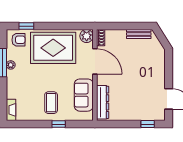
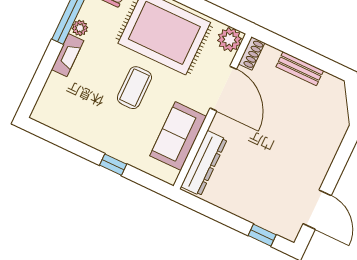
bench: (139, 34) -> (300, 69), moved
coffee table: (51, 103) -> (134, 88), moved
fireplace: (11, 110) -> (68, 55), moved

